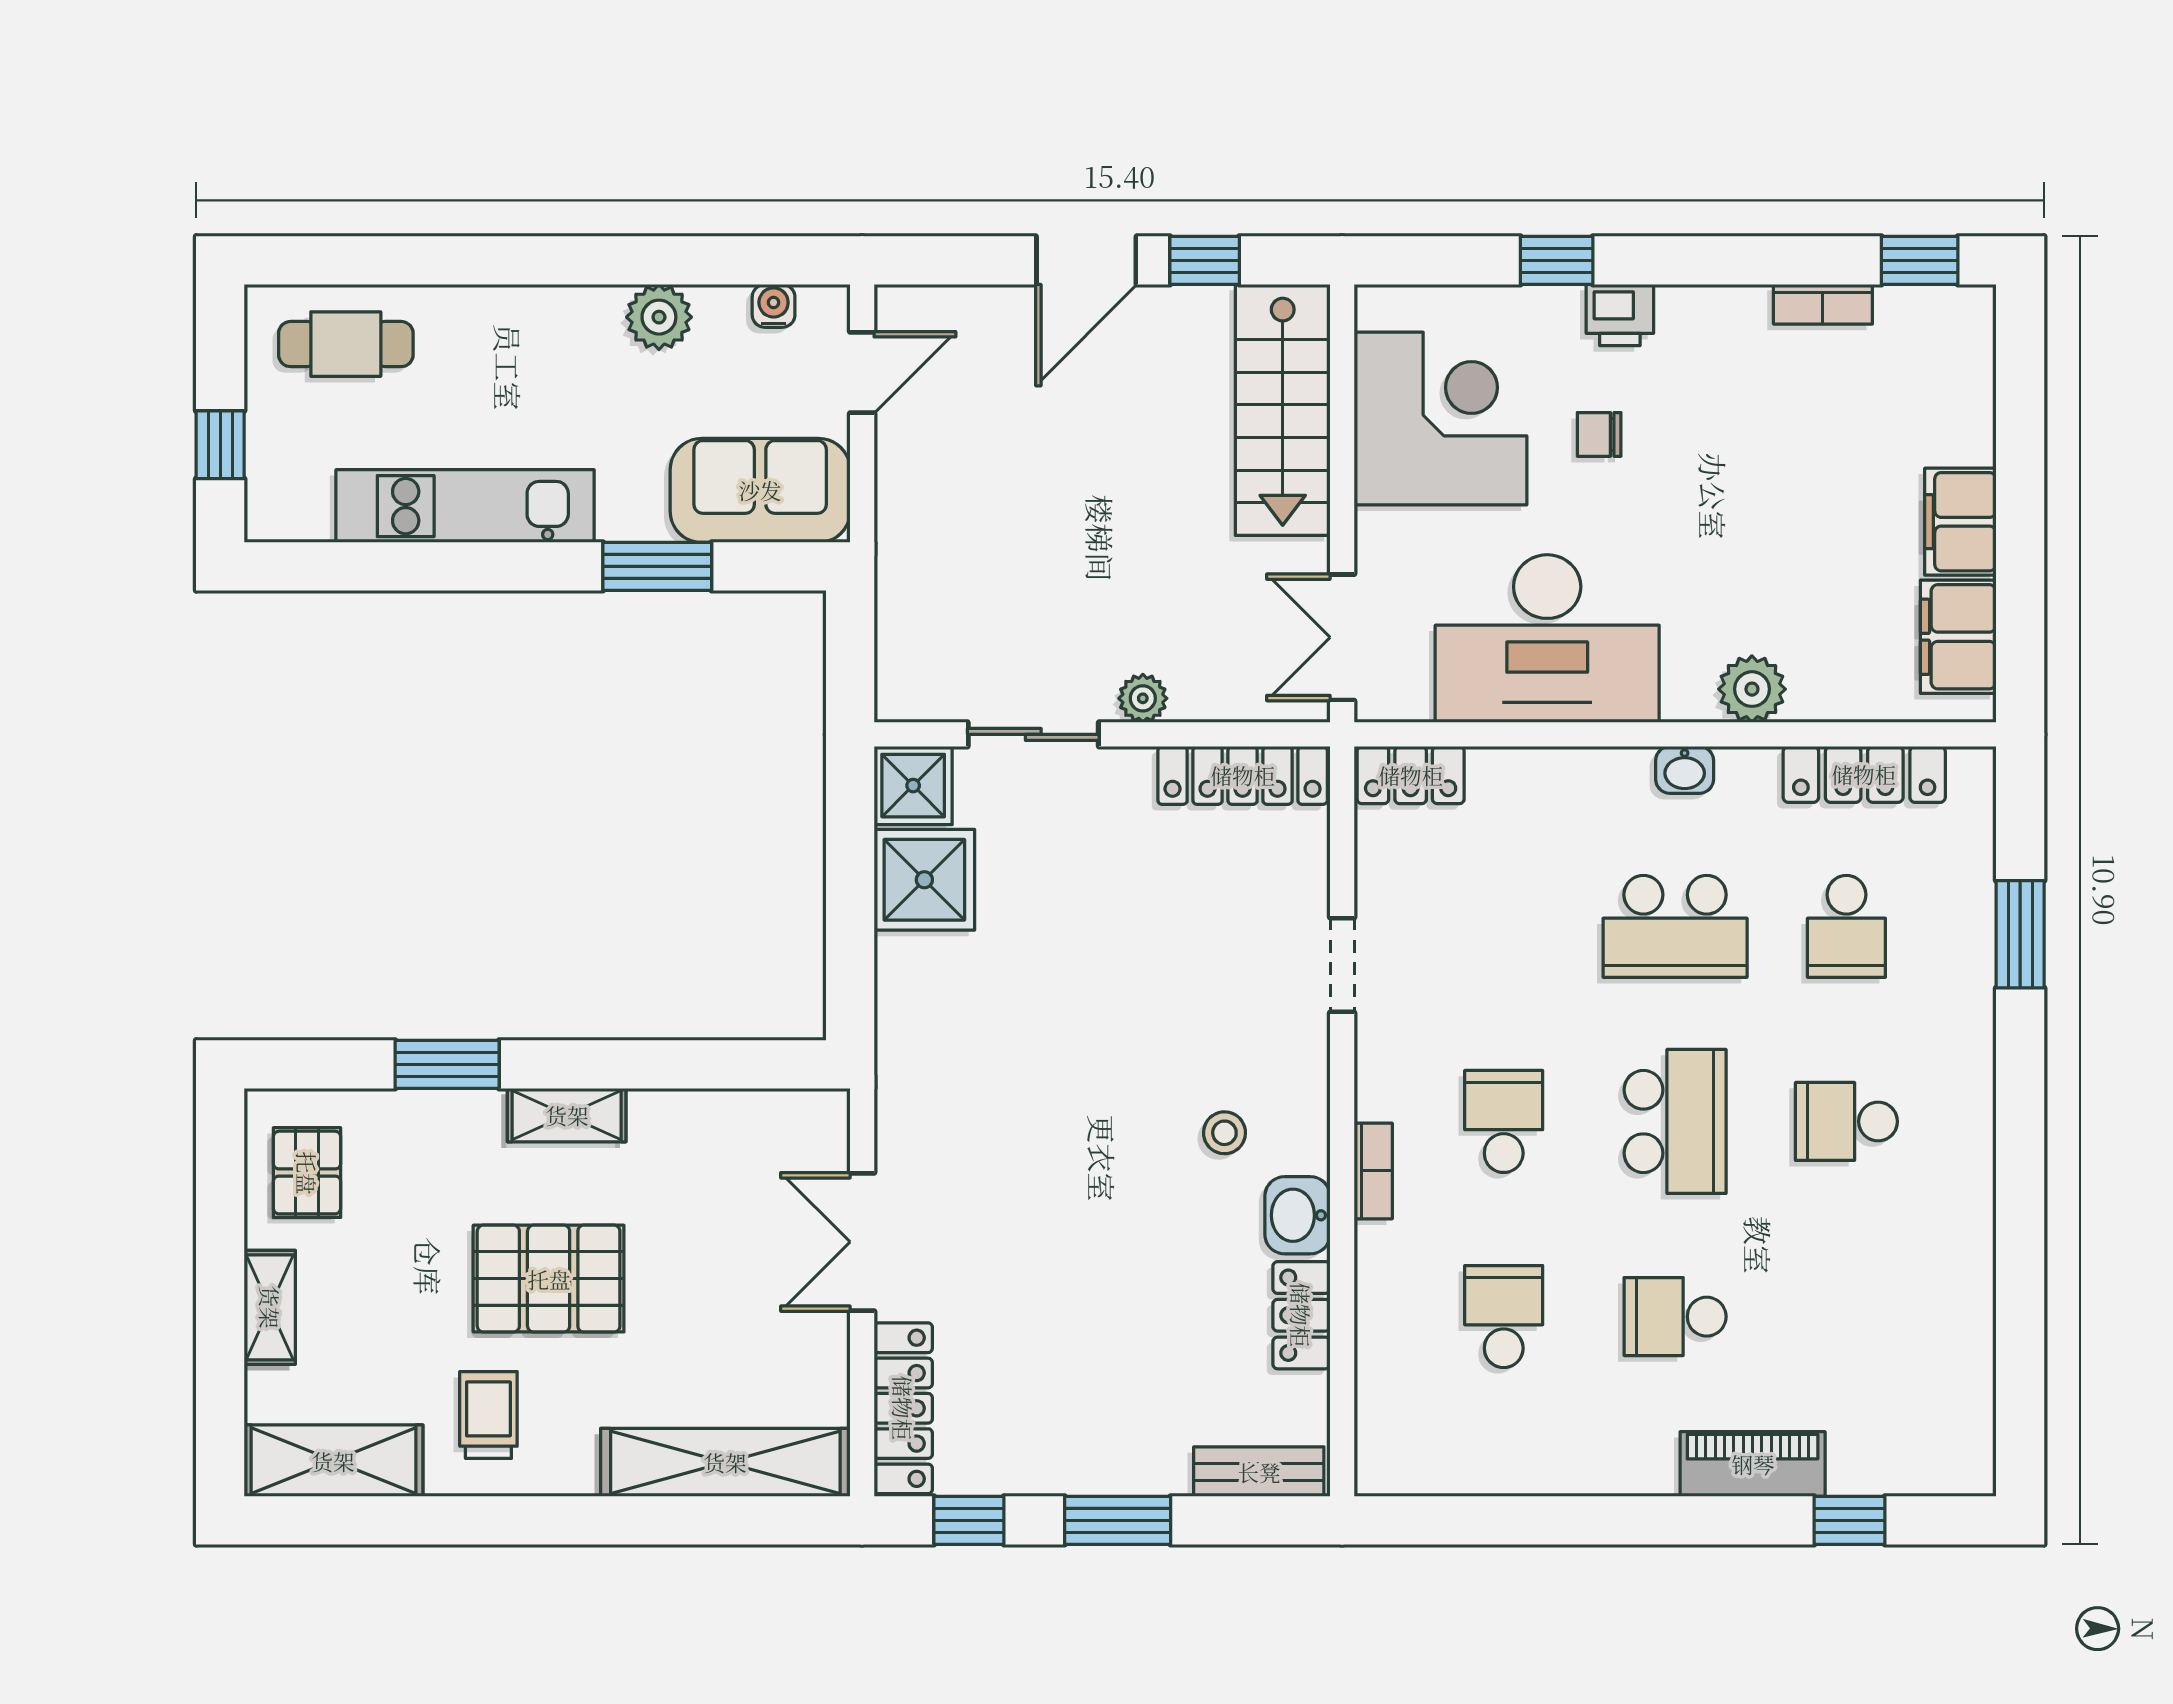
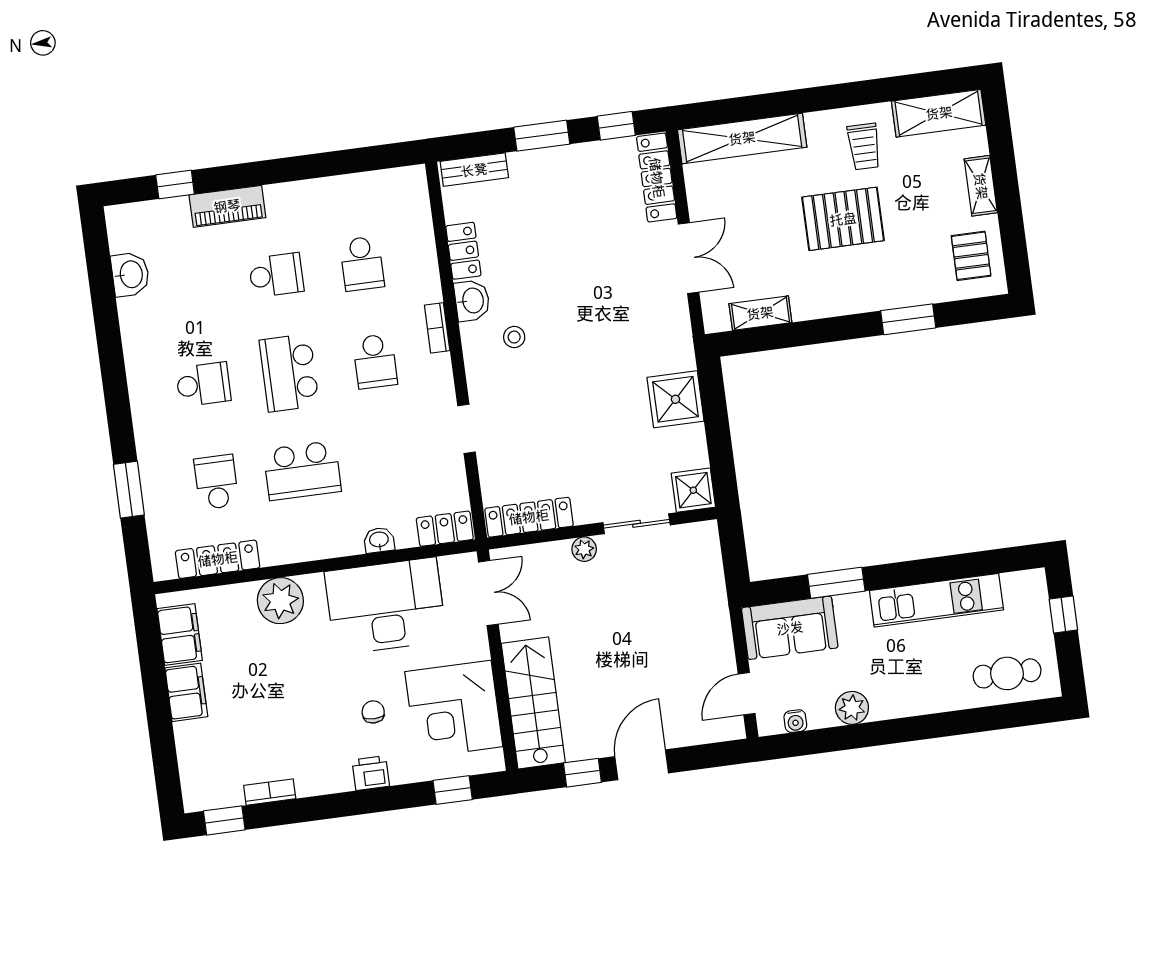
window: (1557, 260) -> (453, 790), moved
chair: (1599, 434) -> (373, 712), turned -90
plant: (1752, 689) -> (280, 601), width x1.36, depth x1.36
washbasin: (1685, 770) -> (379, 540), moved
shower: (924, 880) -> (675, 399), moved
school desk: (1675, 926) -> (302, 471), turned 180
shelving: (567, 1115) -> (760, 313), moved
washbasin: (1961, 1356) -> (130, 274), added

